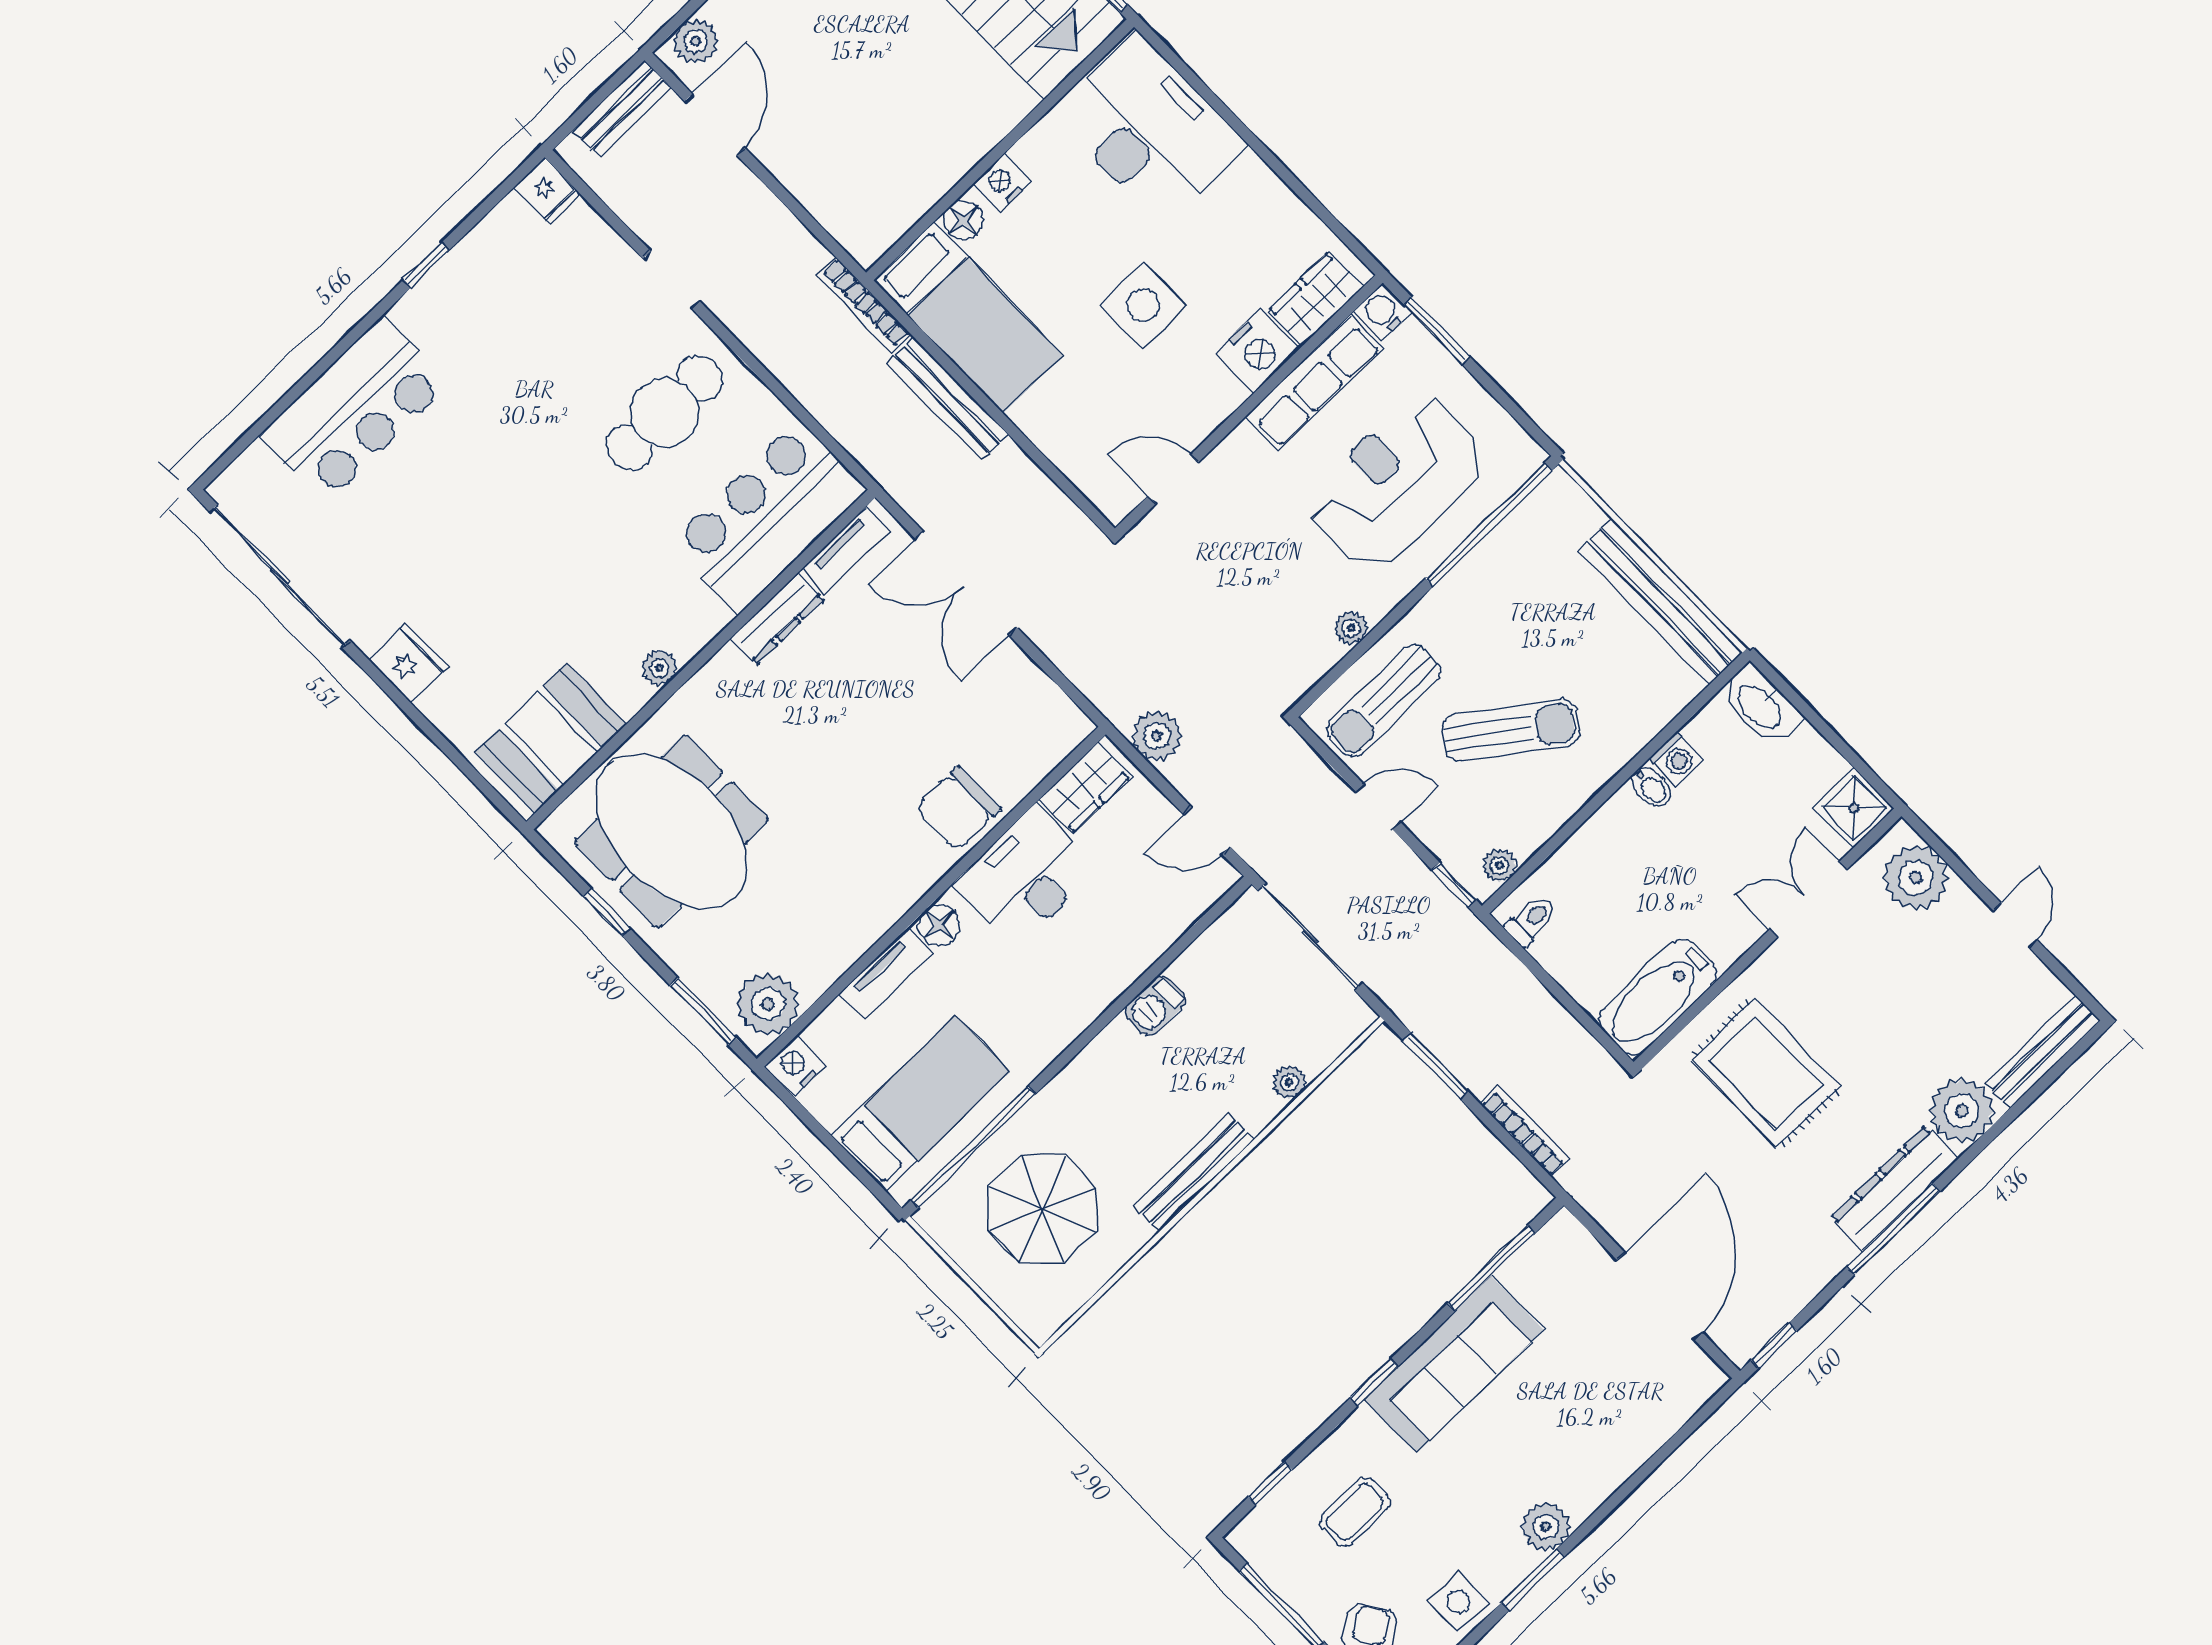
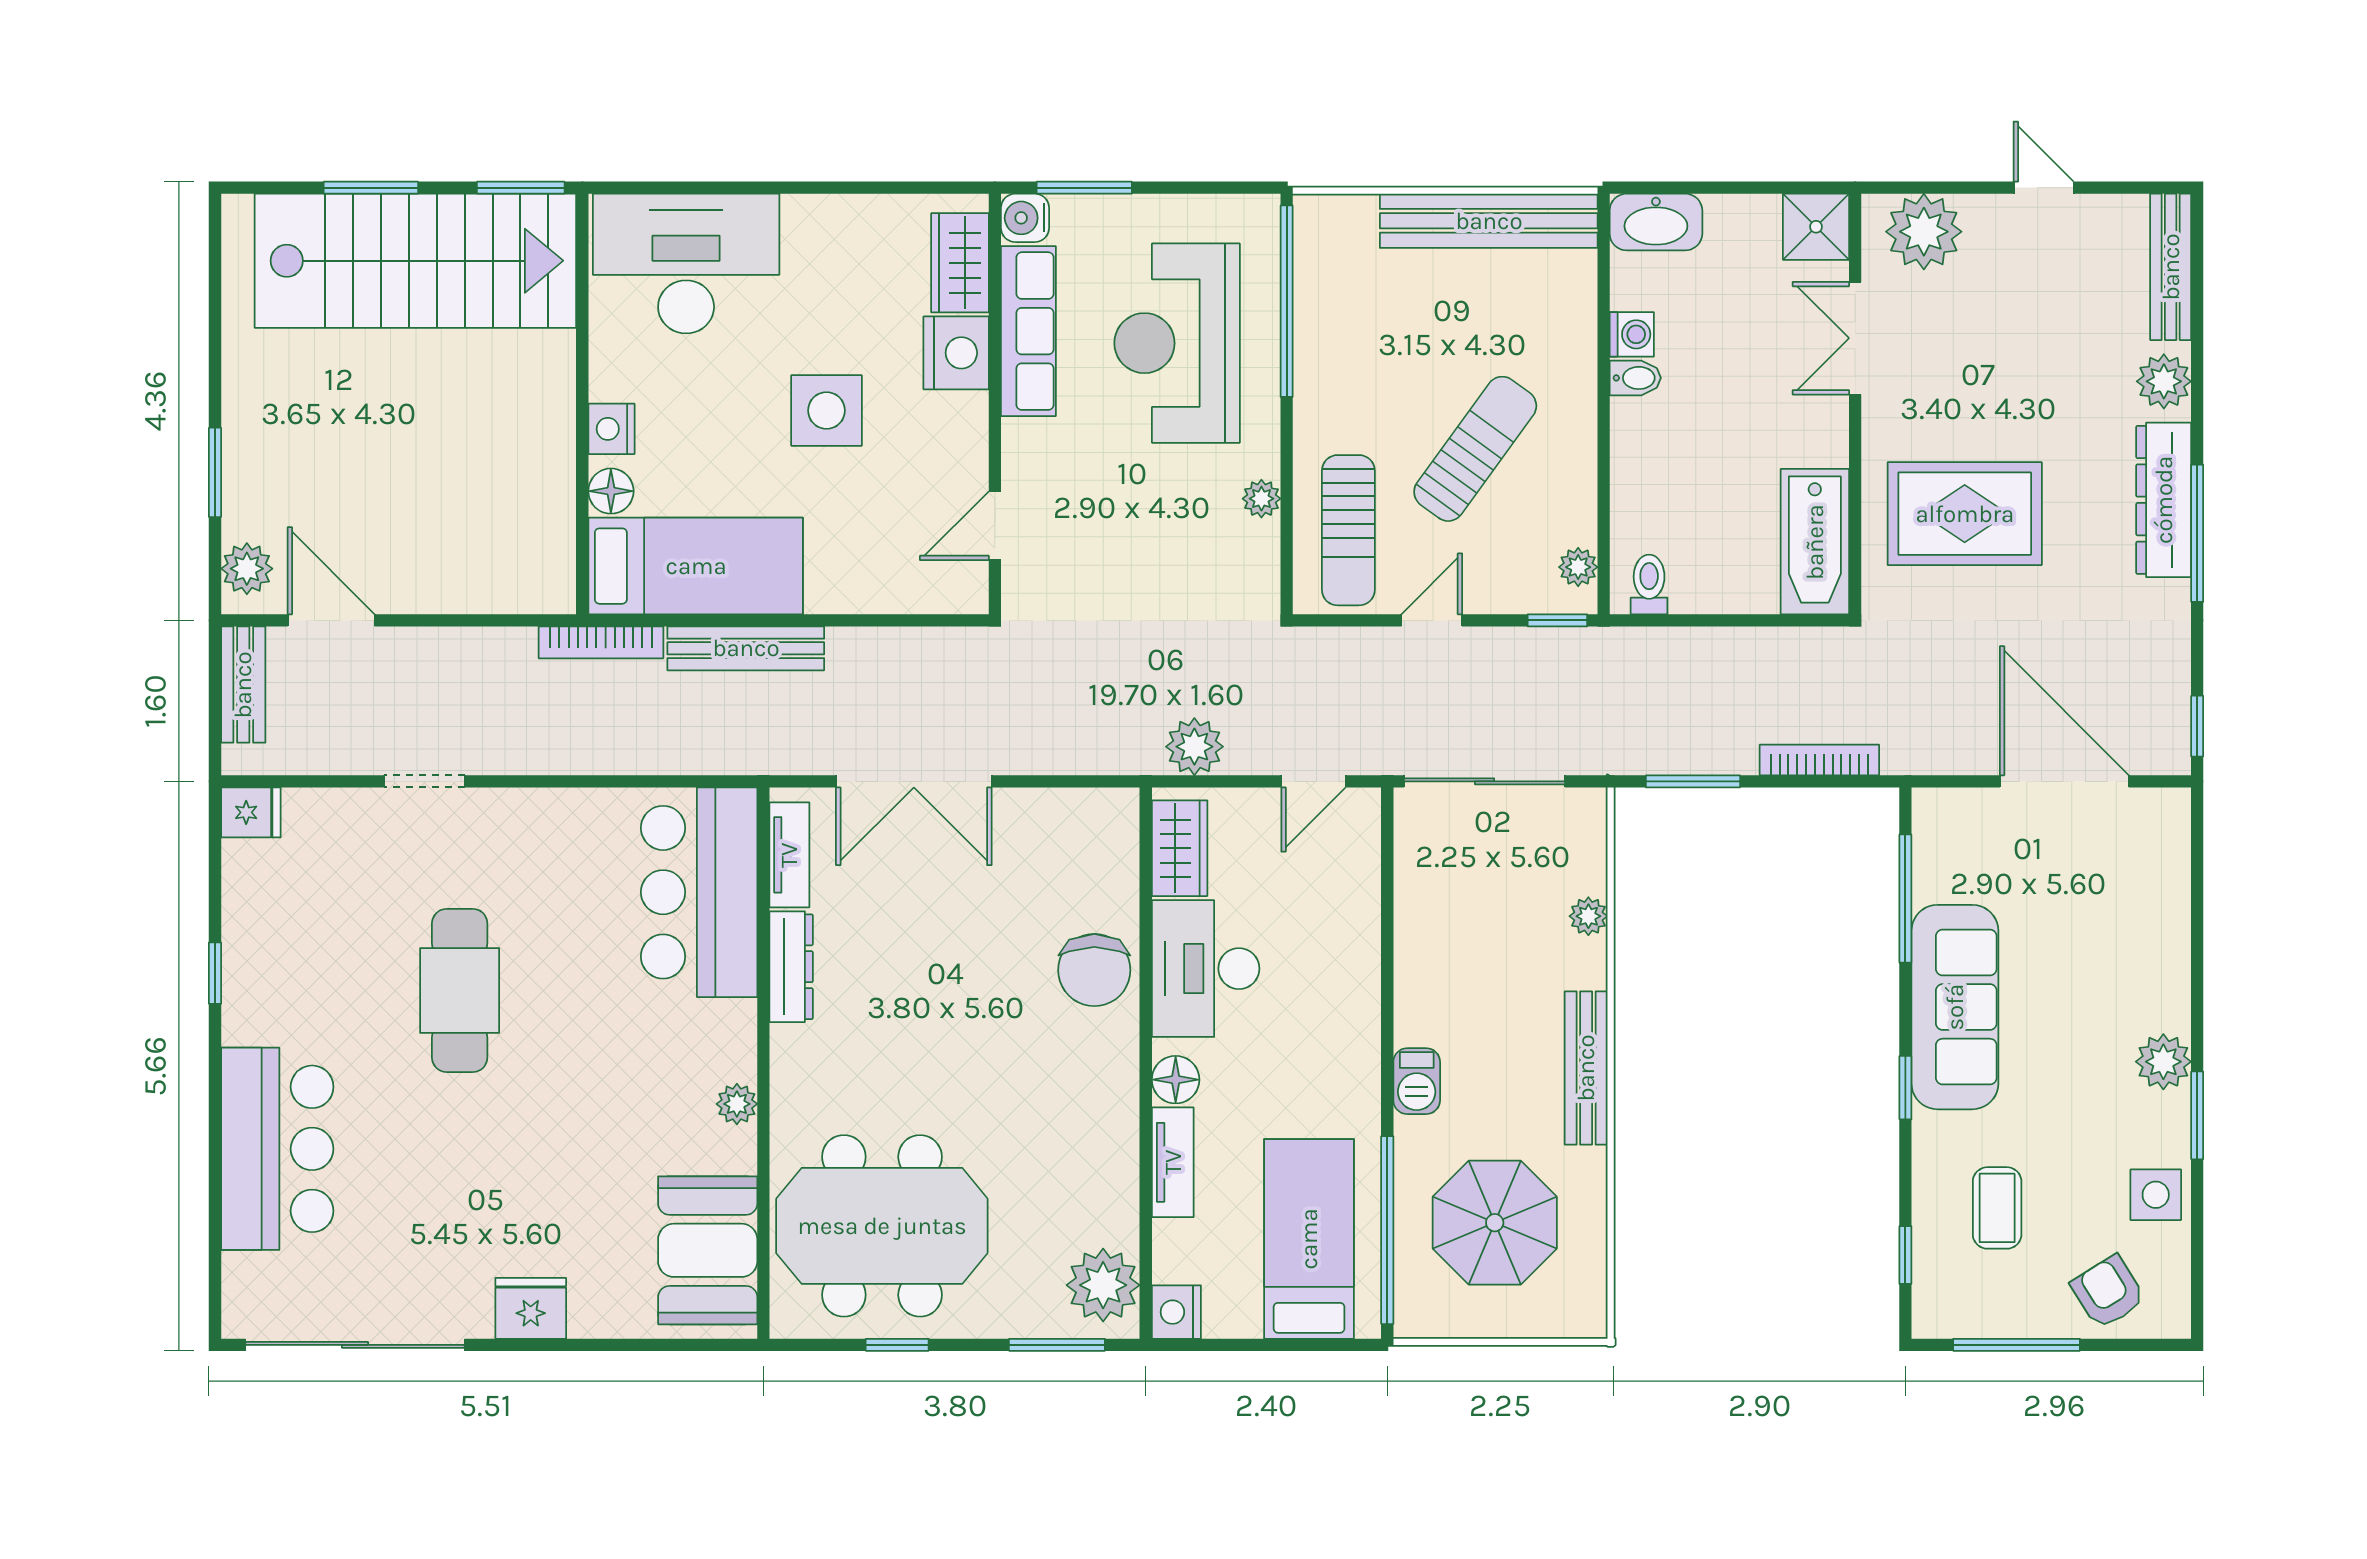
cafe table: (665, 413) -> (460, 990), moved
barbecue: (1155, 1006) -> (1417, 1081), moved
plant: (1962, 1111) -> (2164, 381), width x0.73, depth x0.73

